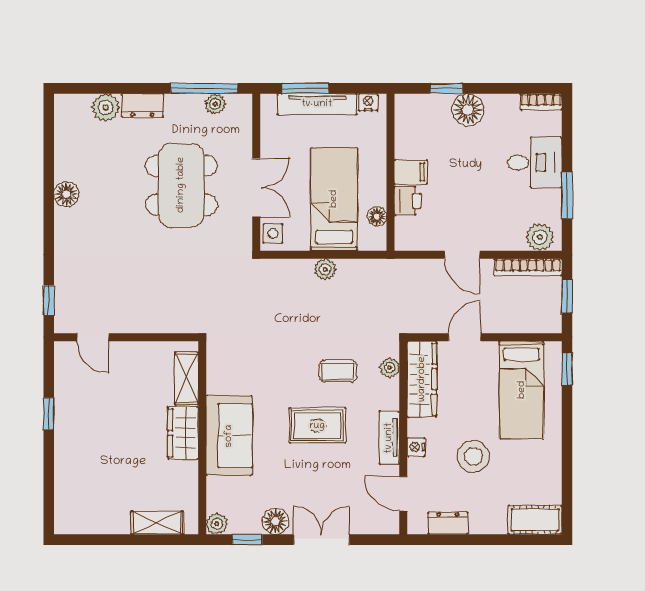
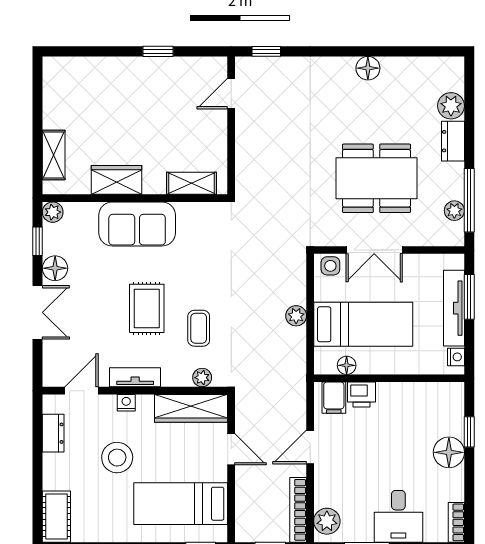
filing cabinet: (411, 172) -> (334, 398), moved
wardrobe: (183, 433) -> (117, 180), moved

